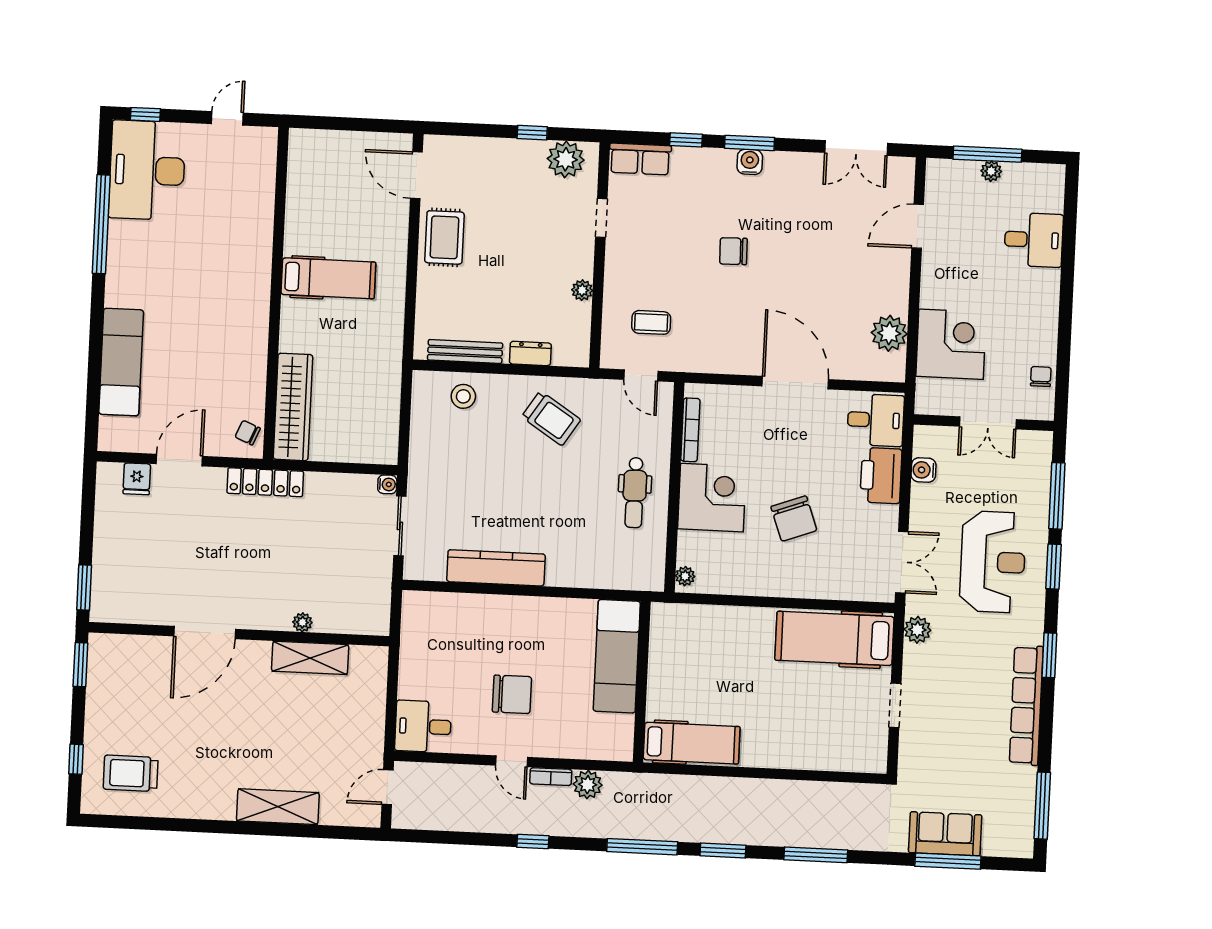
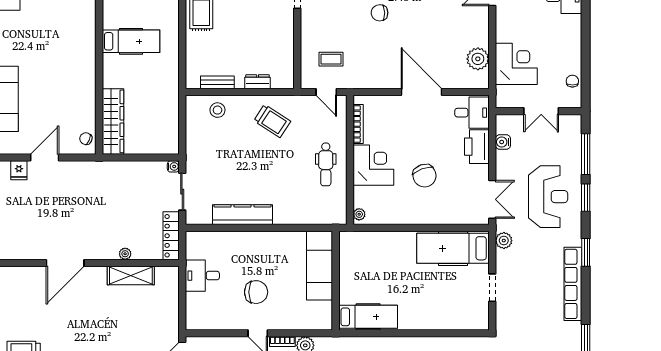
plant: (582, 290) -> (288, 41), removed
bench: (465, 351) -> (217, 82), width x0.73
locker: (265, 482) -> (171, 236), moved, turned 90
desk: (423, 726) -> (202, 276), moved

